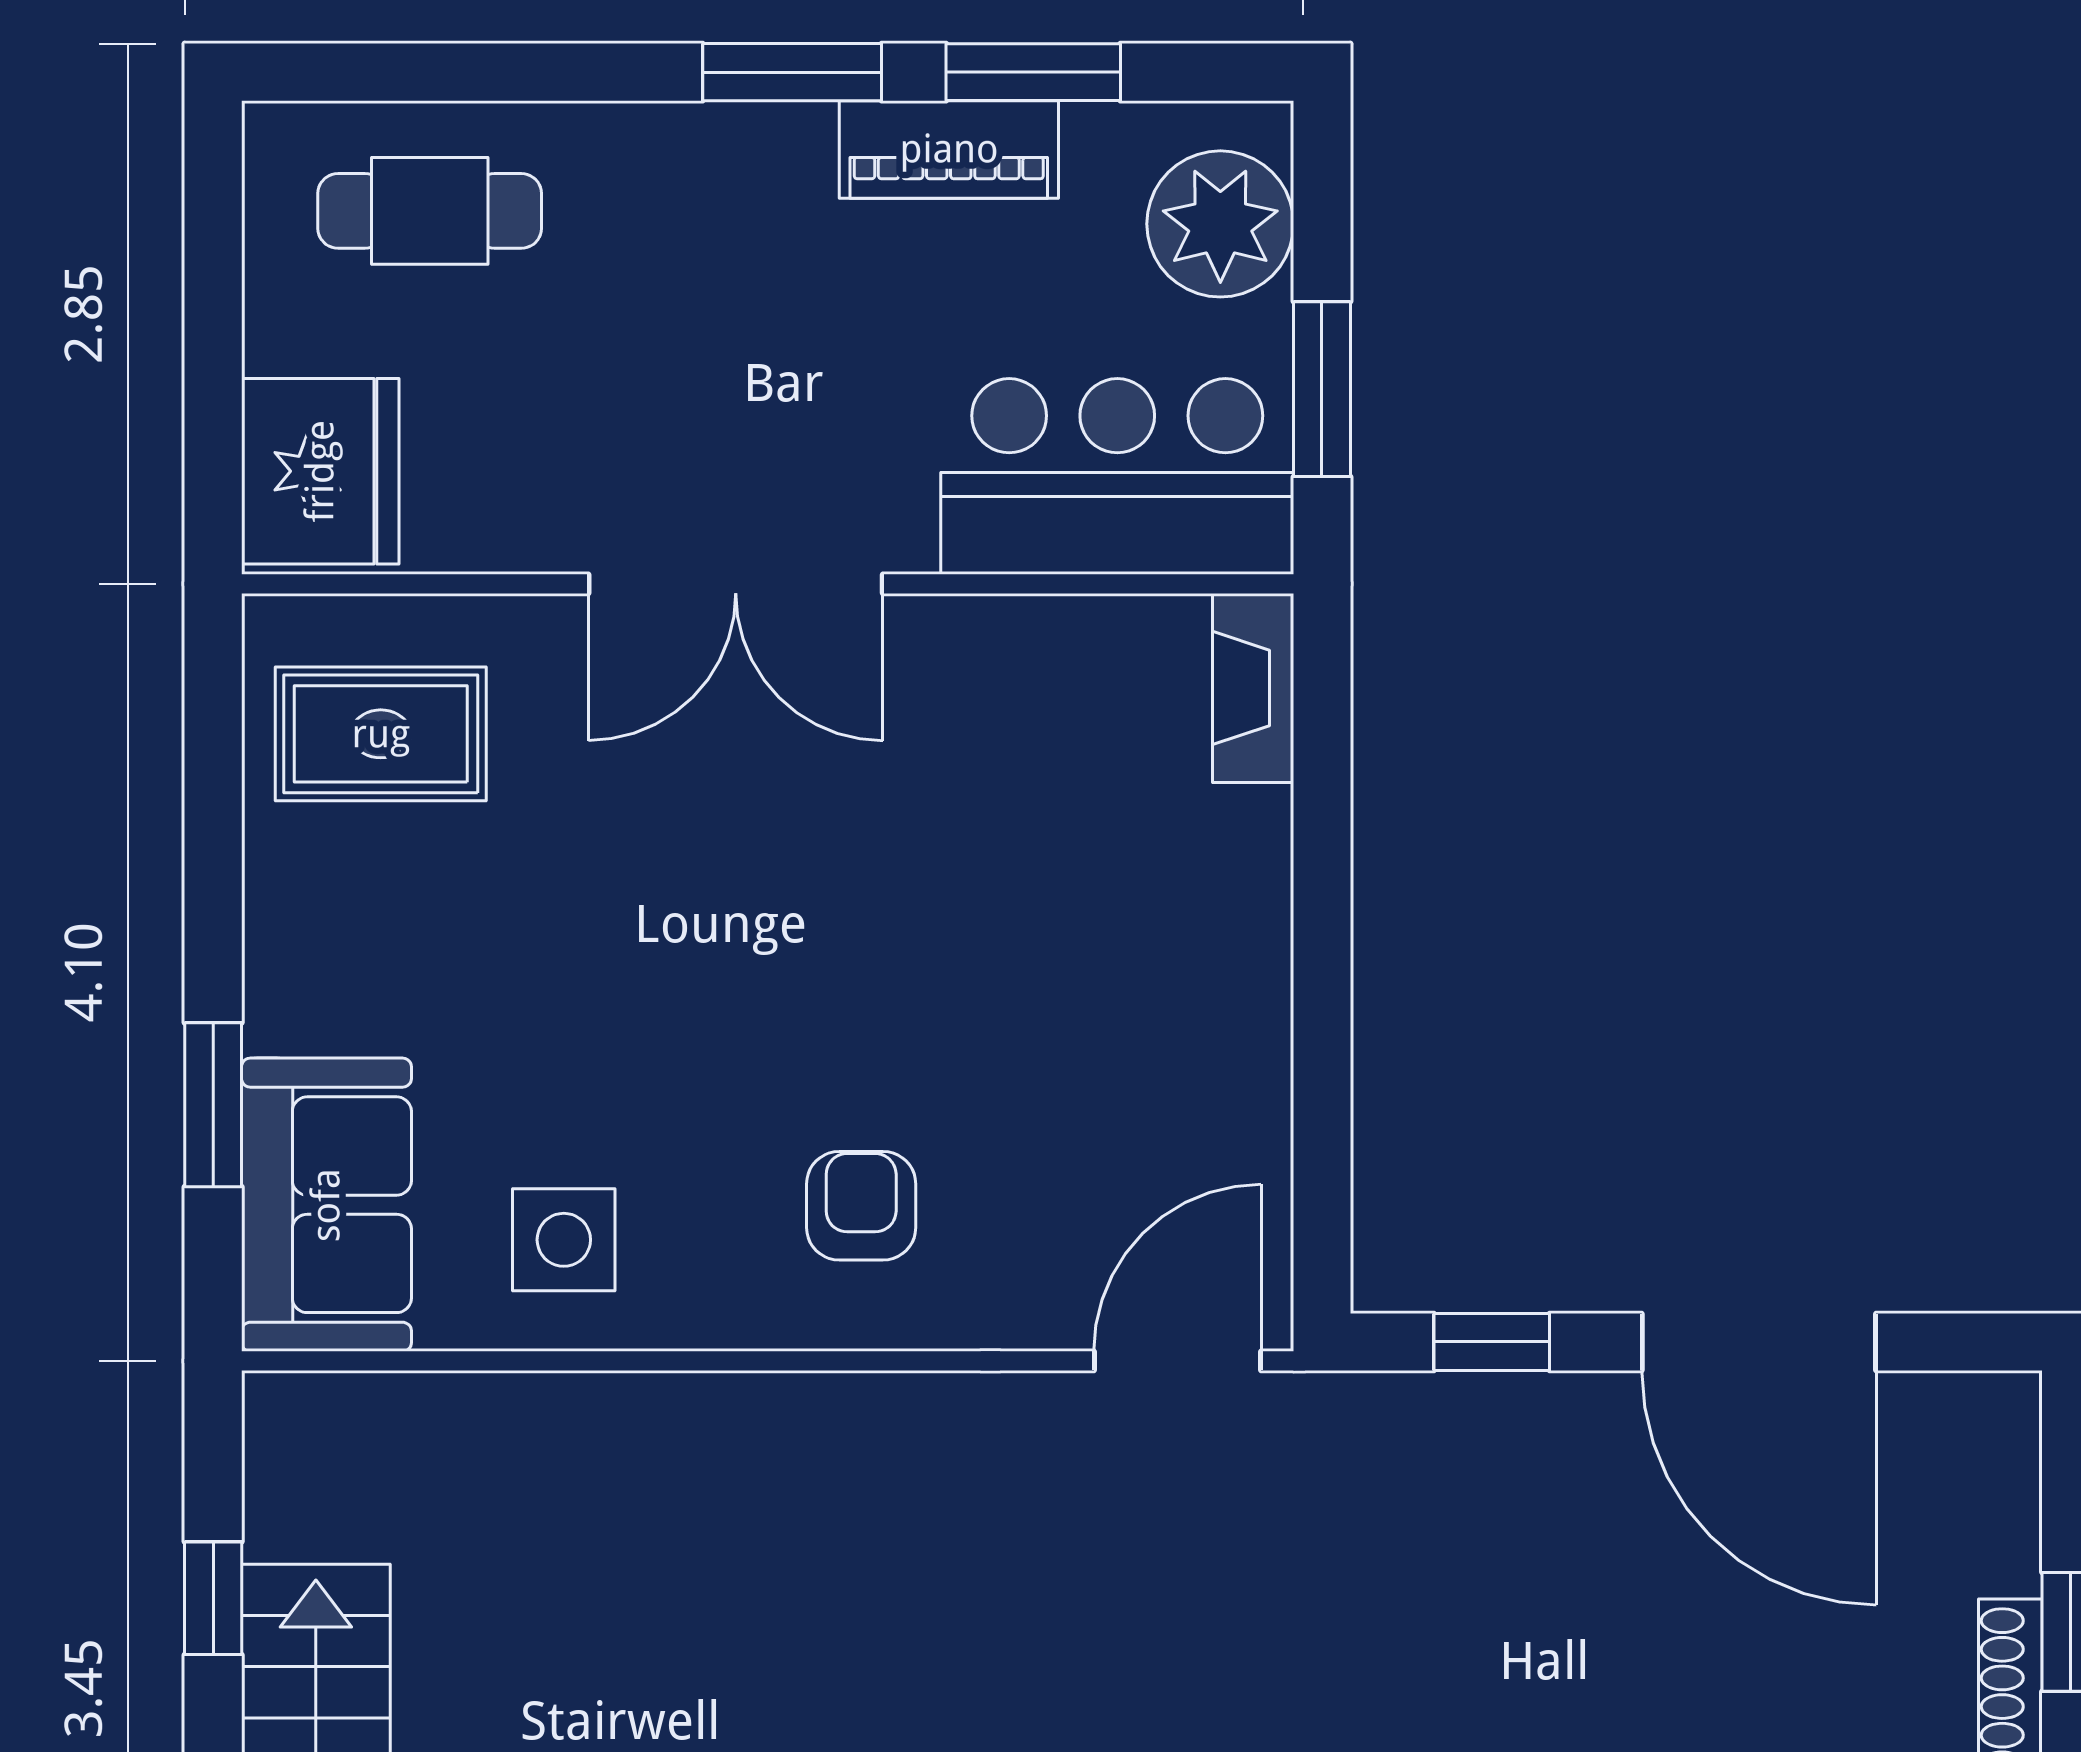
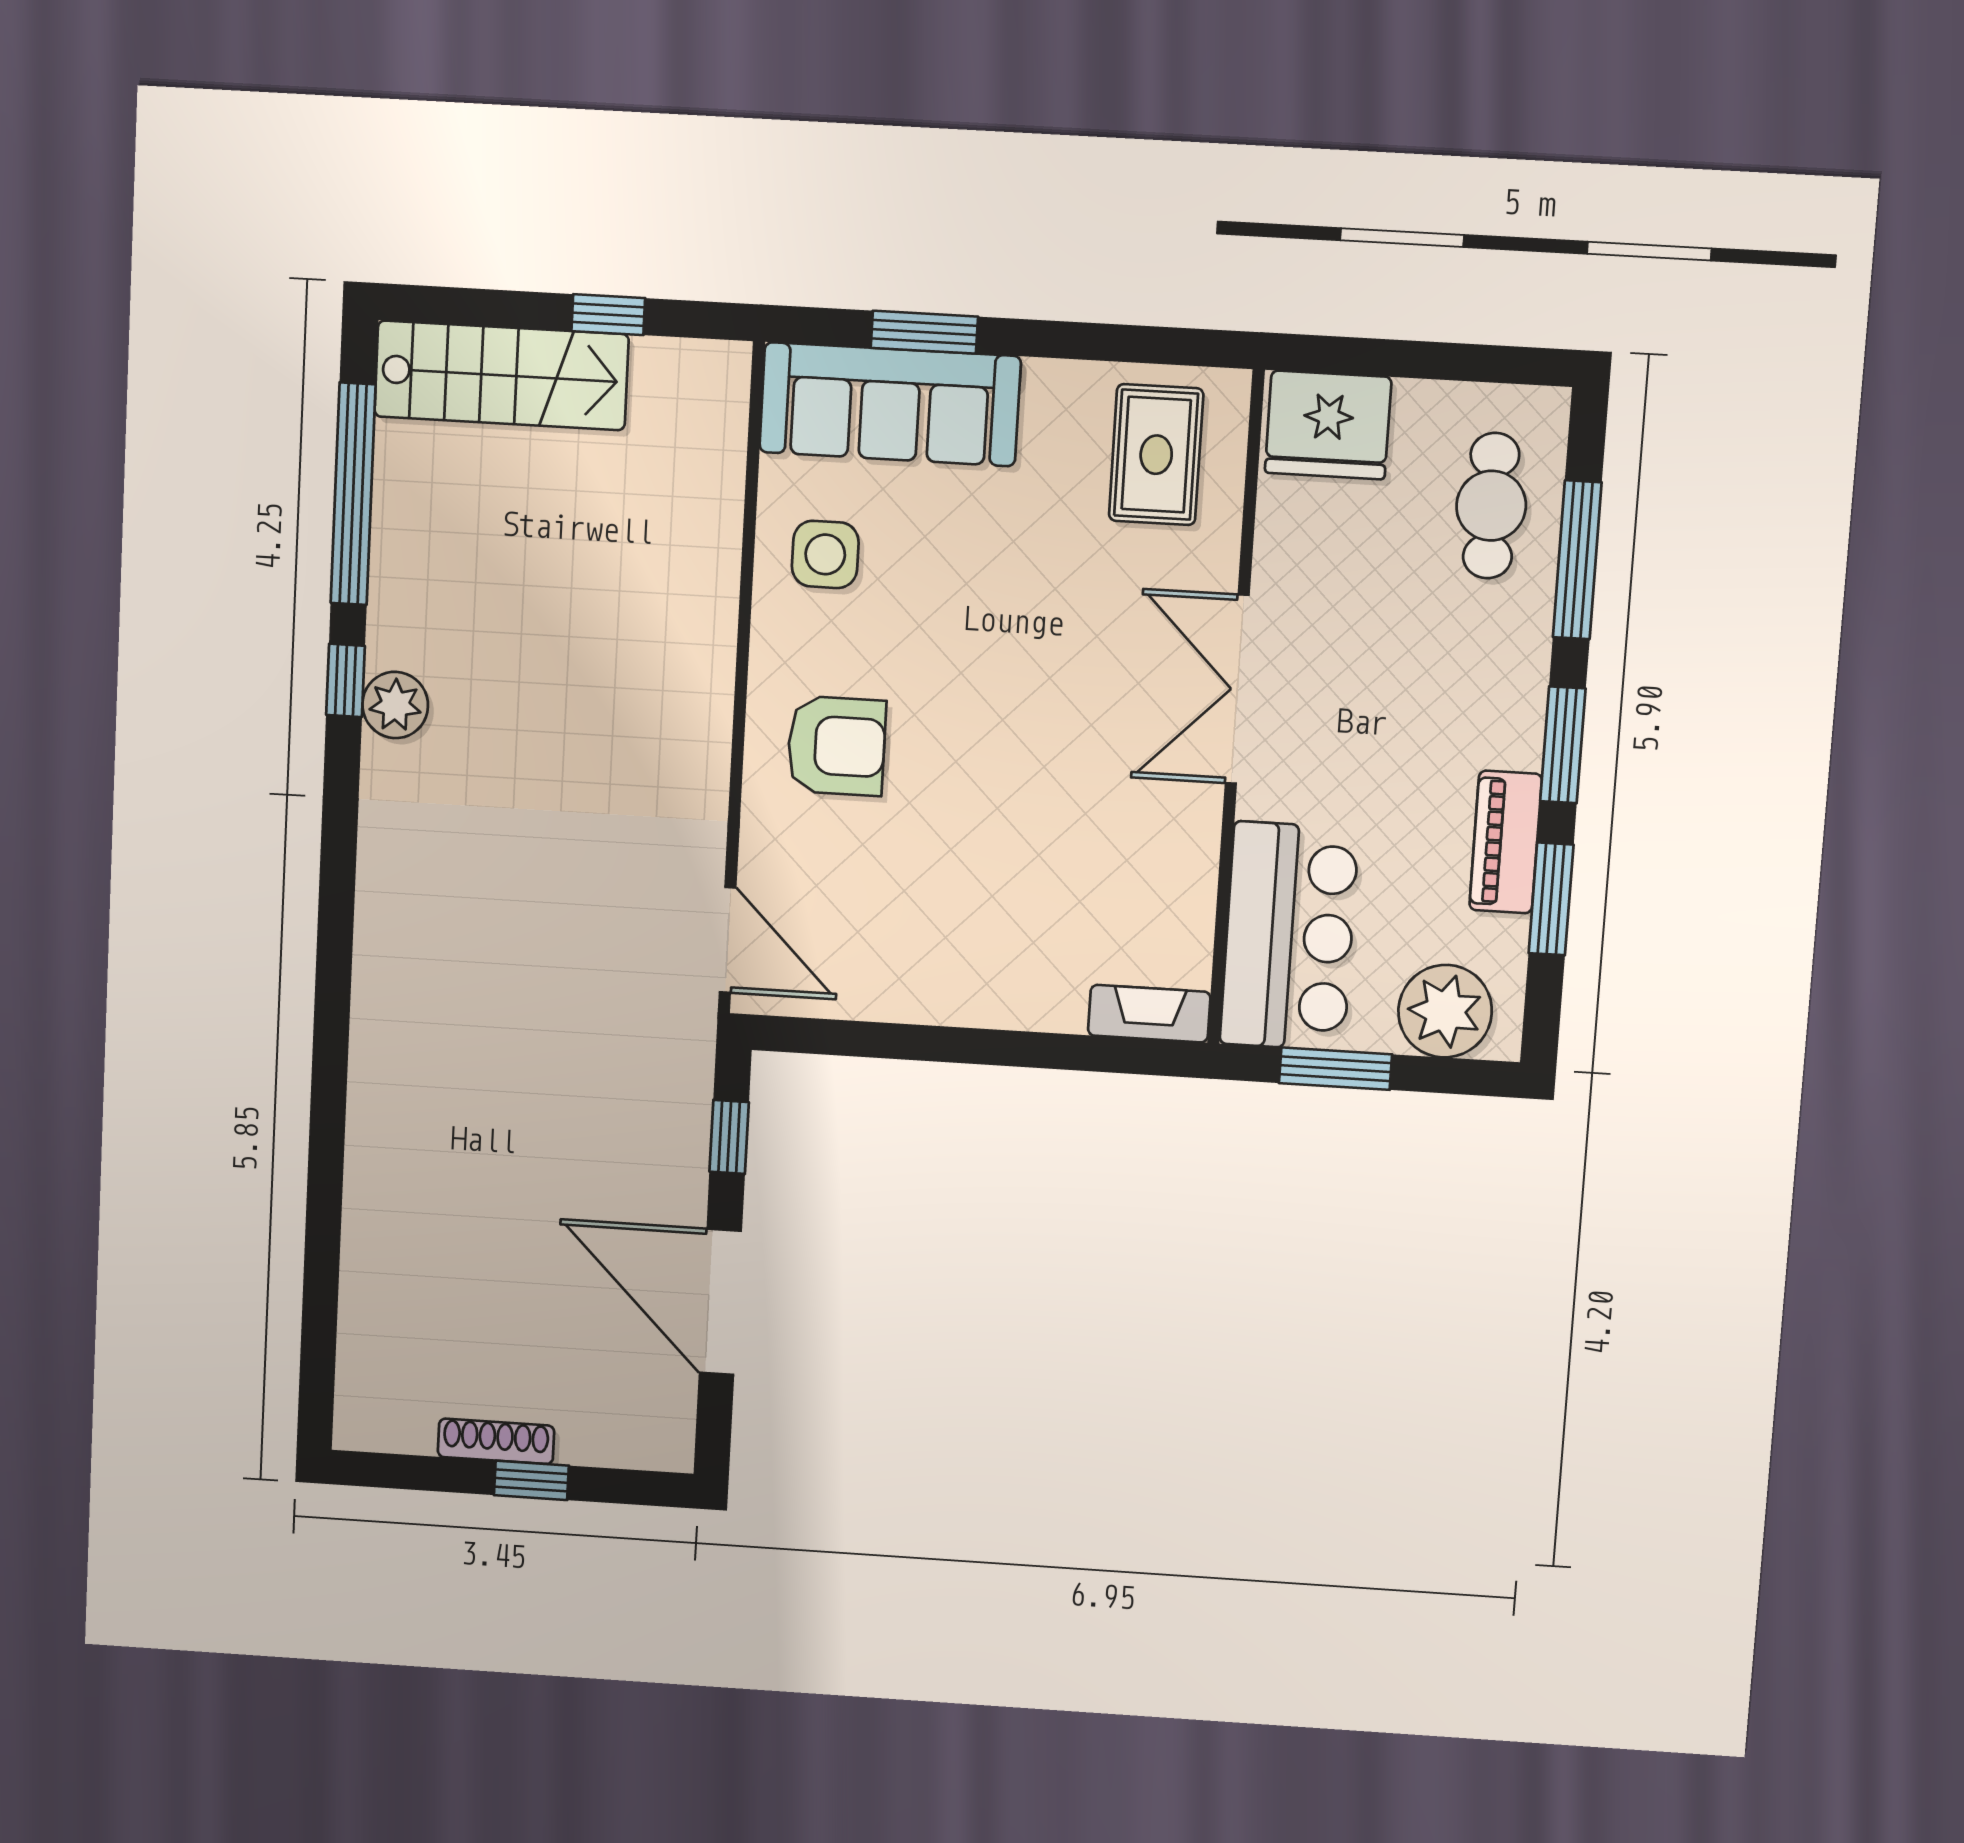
window: (505, 72) -> (1577, 560), added
sofa: (326, 1205) -> (890, 404), width x1.36
armchair: (861, 1206) -> (836, 746), width x1.38, depth x1.38
door: (1759, 1342) -> (720, 1302), hinge flipped

